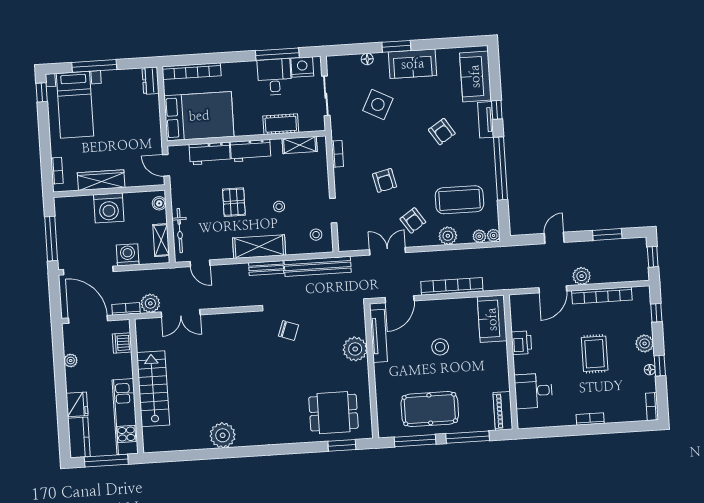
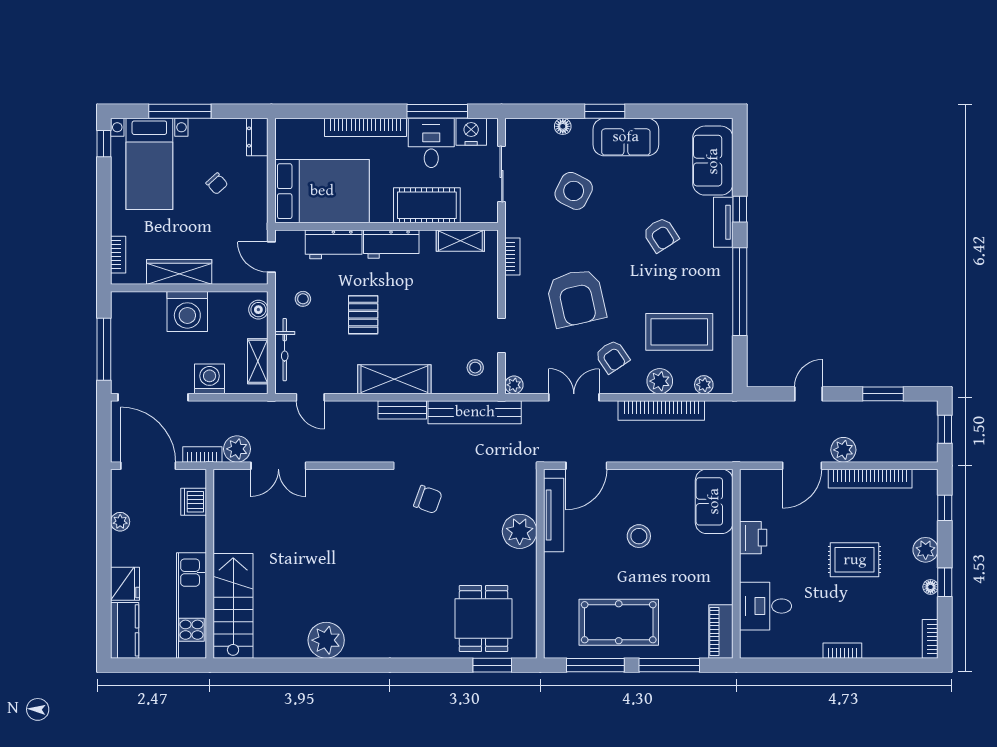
bookcase: (192, 71) -> (366, 127), moved
chair: (124, 116) -> (217, 184), added
cot: (281, 124) -> (427, 205), width x1.37, depth x1.34
armchair: (385, 180) -> (576, 298), width x1.88, depth x1.88
stool: (279, 207) -> (303, 299), moved
plant: (494, 235) -> (514, 385), moved
bookcase: (452, 286) -> (661, 411), moved, turned 180
rug: (595, 354) -> (855, 560), turned 90
stairs: (153, 389) -> (233, 606), moved
dining table: (333, 413) -> (484, 618), turned 90
window: (106, 461) -> (161, 665), removed

